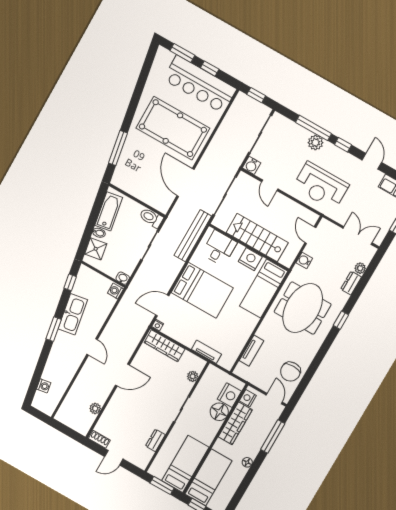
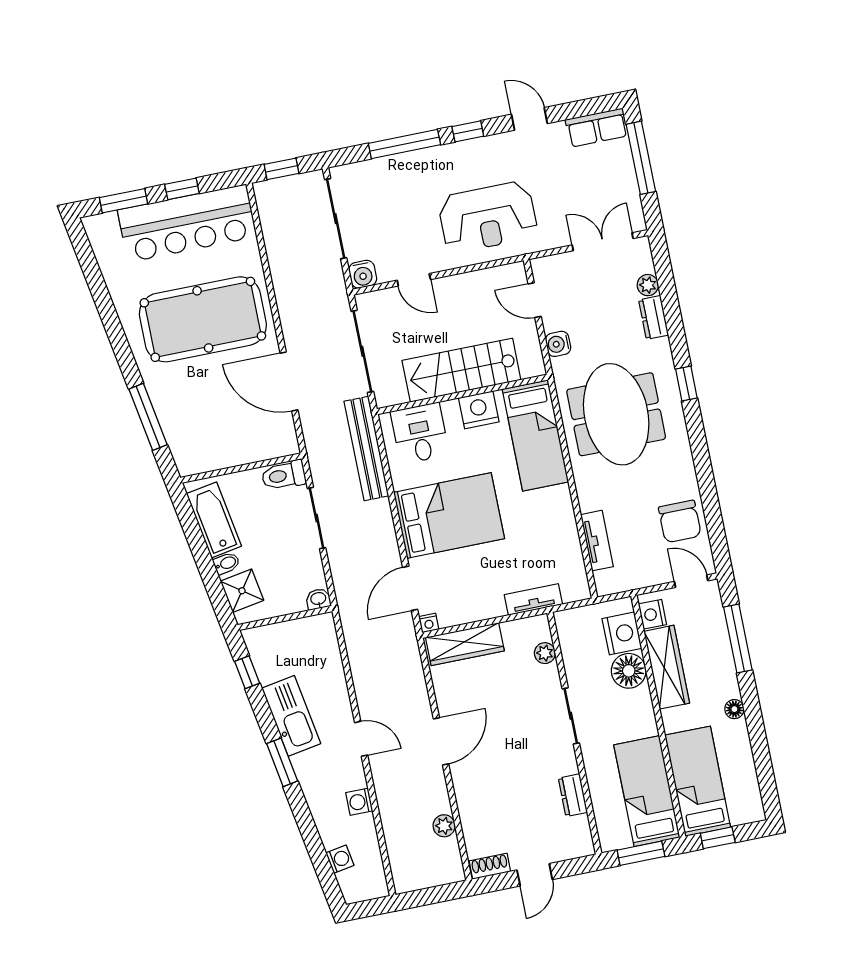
plant: (315, 143) -> (426, 162), removed
washing machine: (115, 291) -> (359, 802), moved

